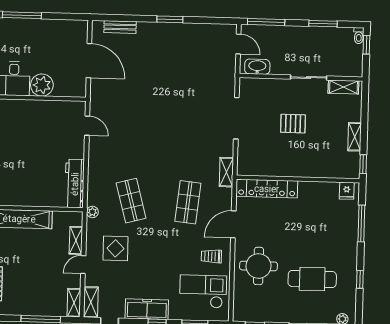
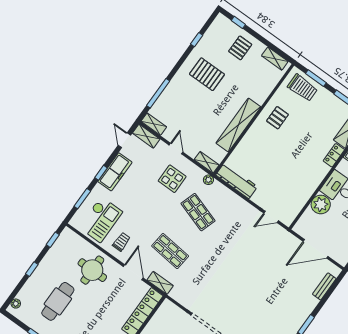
shelving: (226, 172) -> (160, 283), moved
shop shelf: (131, 201) -> (198, 212), turned 33
shelving: (76, 240) -> (207, 162), moved

